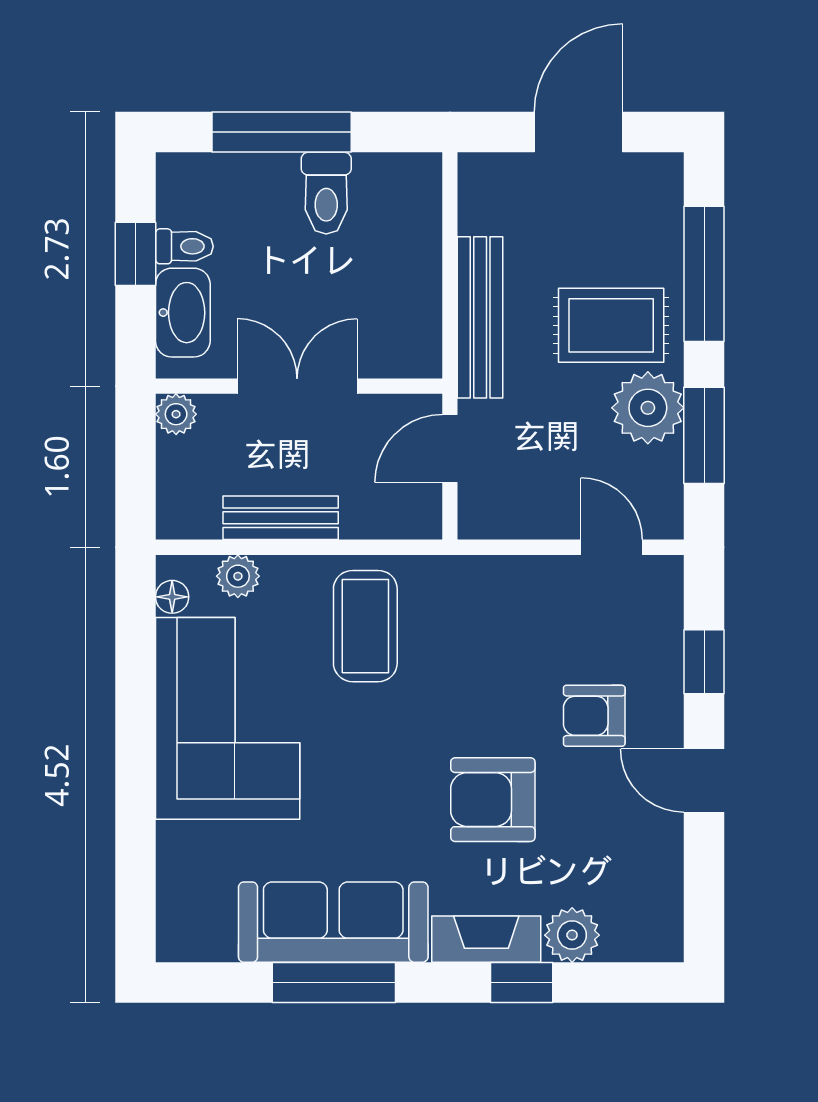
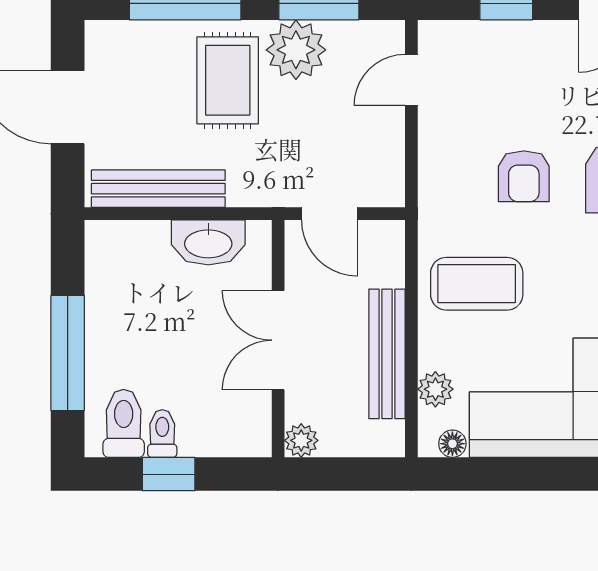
toilet: (326, 193) -> (124, 423), moved, turned -90
washbasin: (183, 313) -> (208, 242), moved, turned 180
bench: (480, 317) -> (158, 189), moved
bench: (281, 518) -> (387, 354), width x1.36
armchair: (594, 716) -> (524, 176), moved

